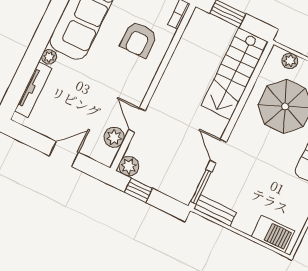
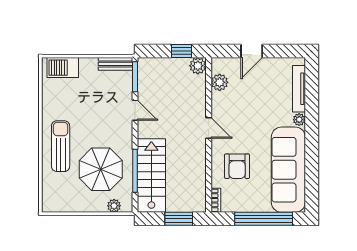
armchair: (139, 39) -> (237, 166), turned 180
window: (249, 87) -> (135, 171), added
door: (137, 120) -> (209, 128), moved

